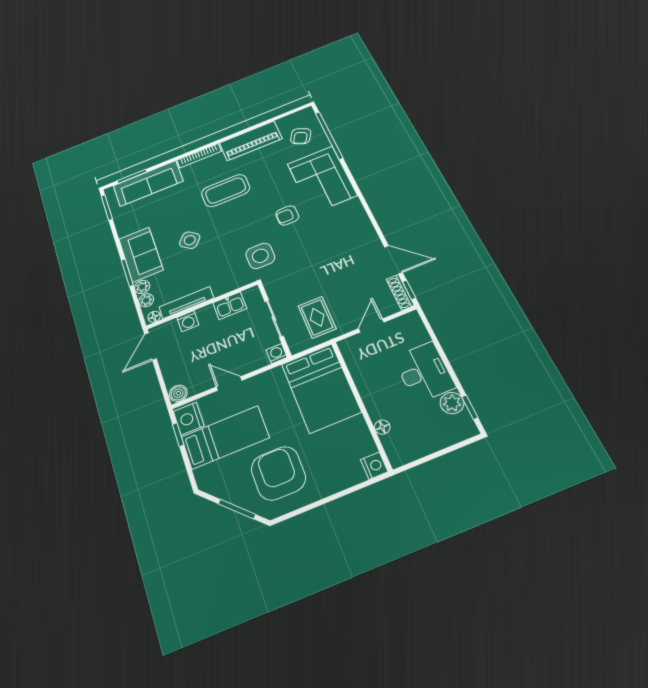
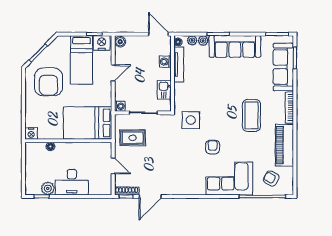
side table: (190, 240) -> (224, 81), removed
sofa: (141, 254) -> (235, 46), width x1.36
armchair: (278, 473) -> (49, 82), turned 90

